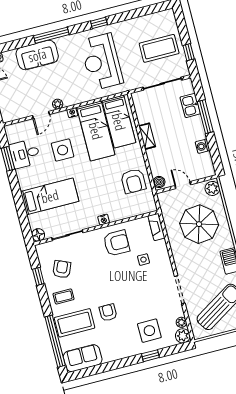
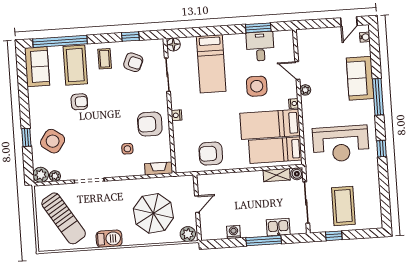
reception desk: (102, 62) -> (341, 144), turned 180
shelving: (147, 136) -> (277, 175), moved
boiler: (159, 182) -> (297, 174), moved
armchair: (116, 243) -> (150, 124), turned 90
side table: (149, 331) -> (53, 141), turned 35

